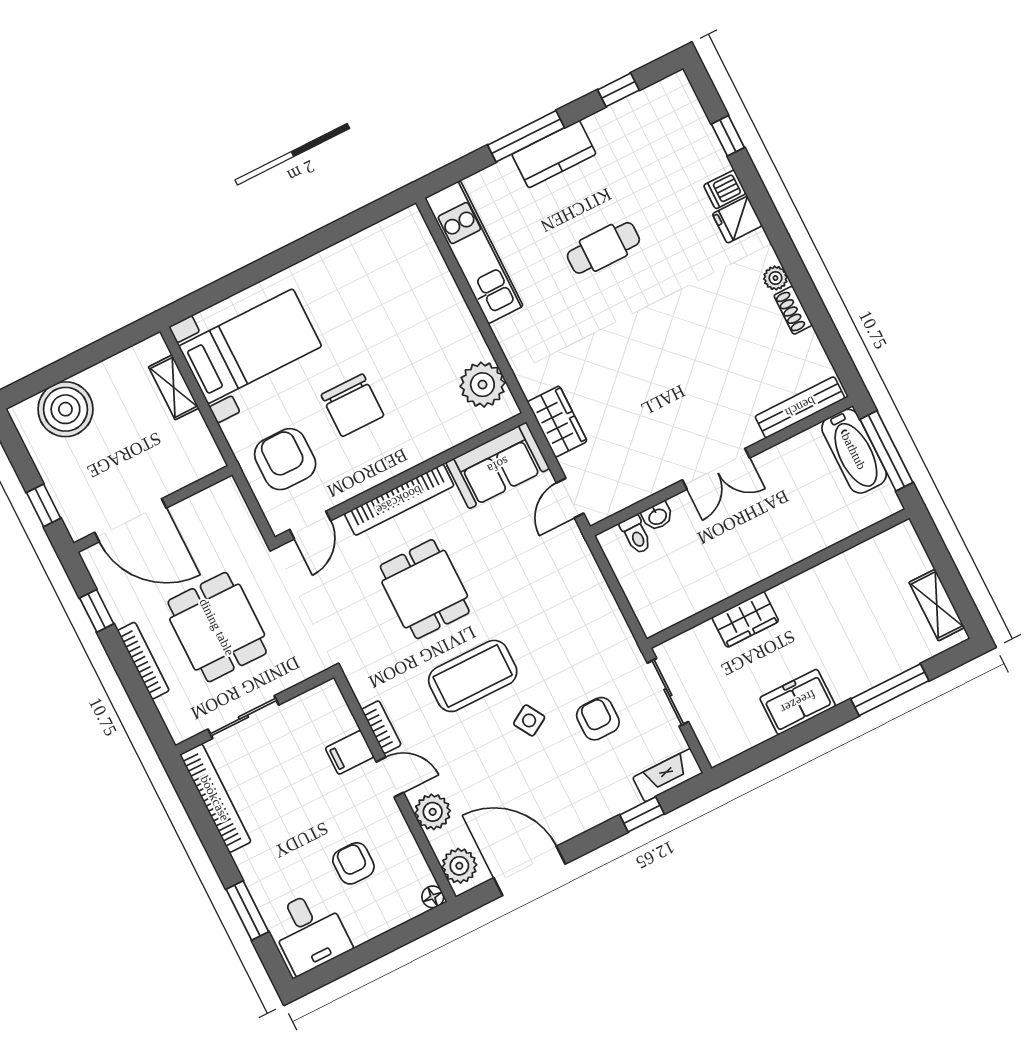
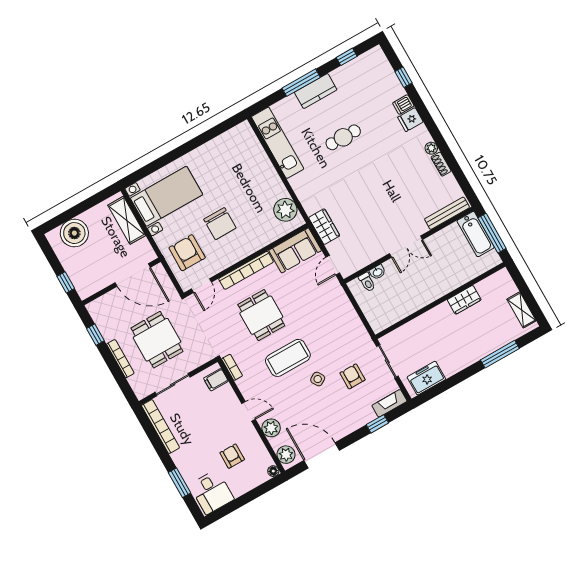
shelving: (174, 387) -> (127, 220), width x1.50, depth x1.33
door: (131, 520) -> (133, 275), moved
wardrobe: (745, 619) -> (464, 300), moved
freezer: (798, 702) -> (426, 378), moved
bookcase: (381, 727) -> (232, 367), moved
filing cabinet: (350, 752) -> (216, 380), moved

